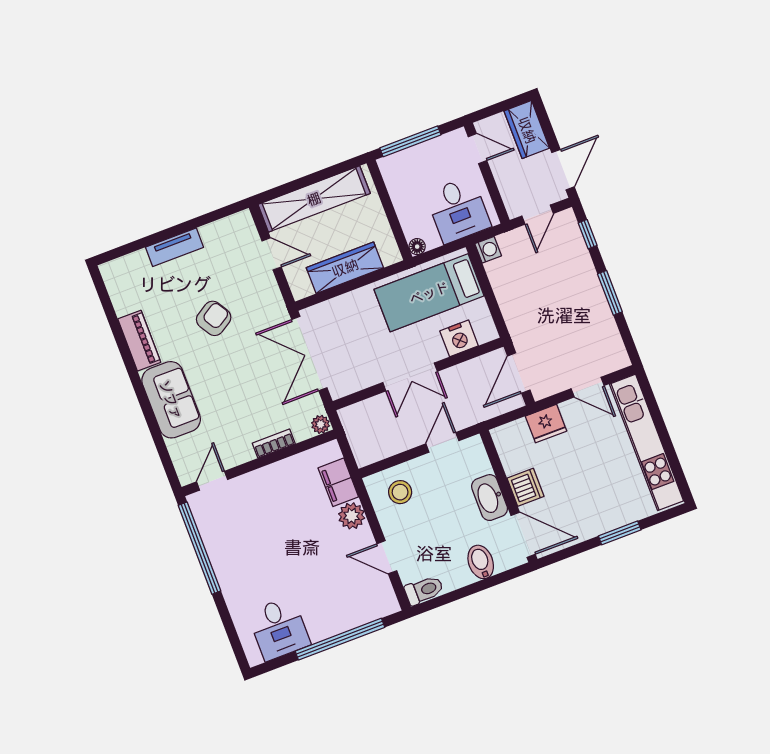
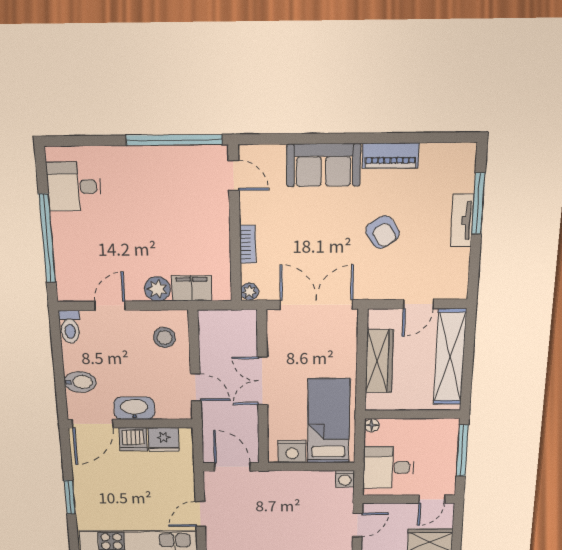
door: (538, 215) -> (357, 525), swing flipped
window: (153, 239) -> (478, 204), added
nightstand: (459, 338) -> (292, 451), moved, turned -90
fridge: (546, 424) -> (164, 439), moved, turned -90

